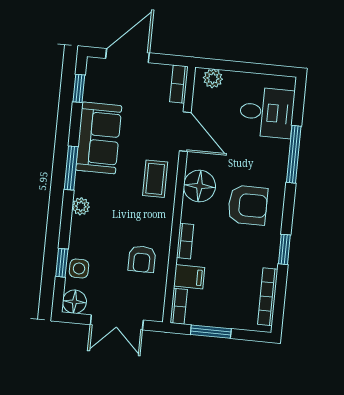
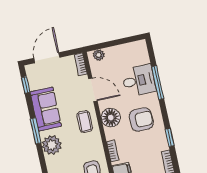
desk: (267, 112) -> (139, 81), moved
plant: (81, 206) -> (52, 145), width x1.88, depth x1.88

